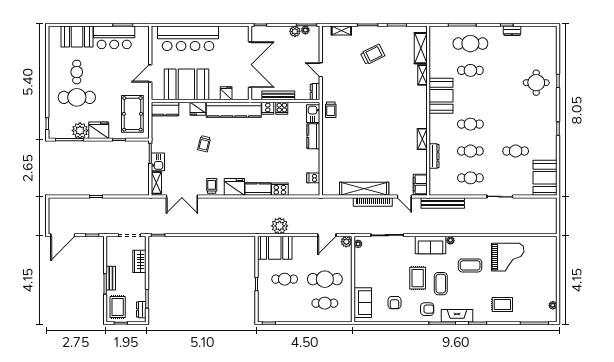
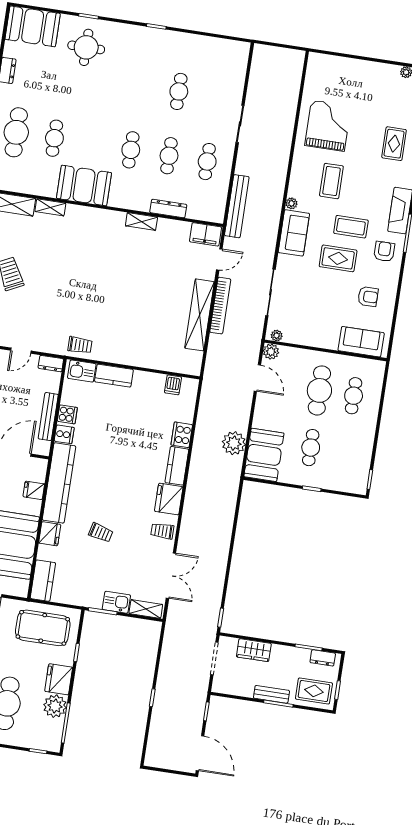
booth: (545, 178) -> (33, 26), moved

